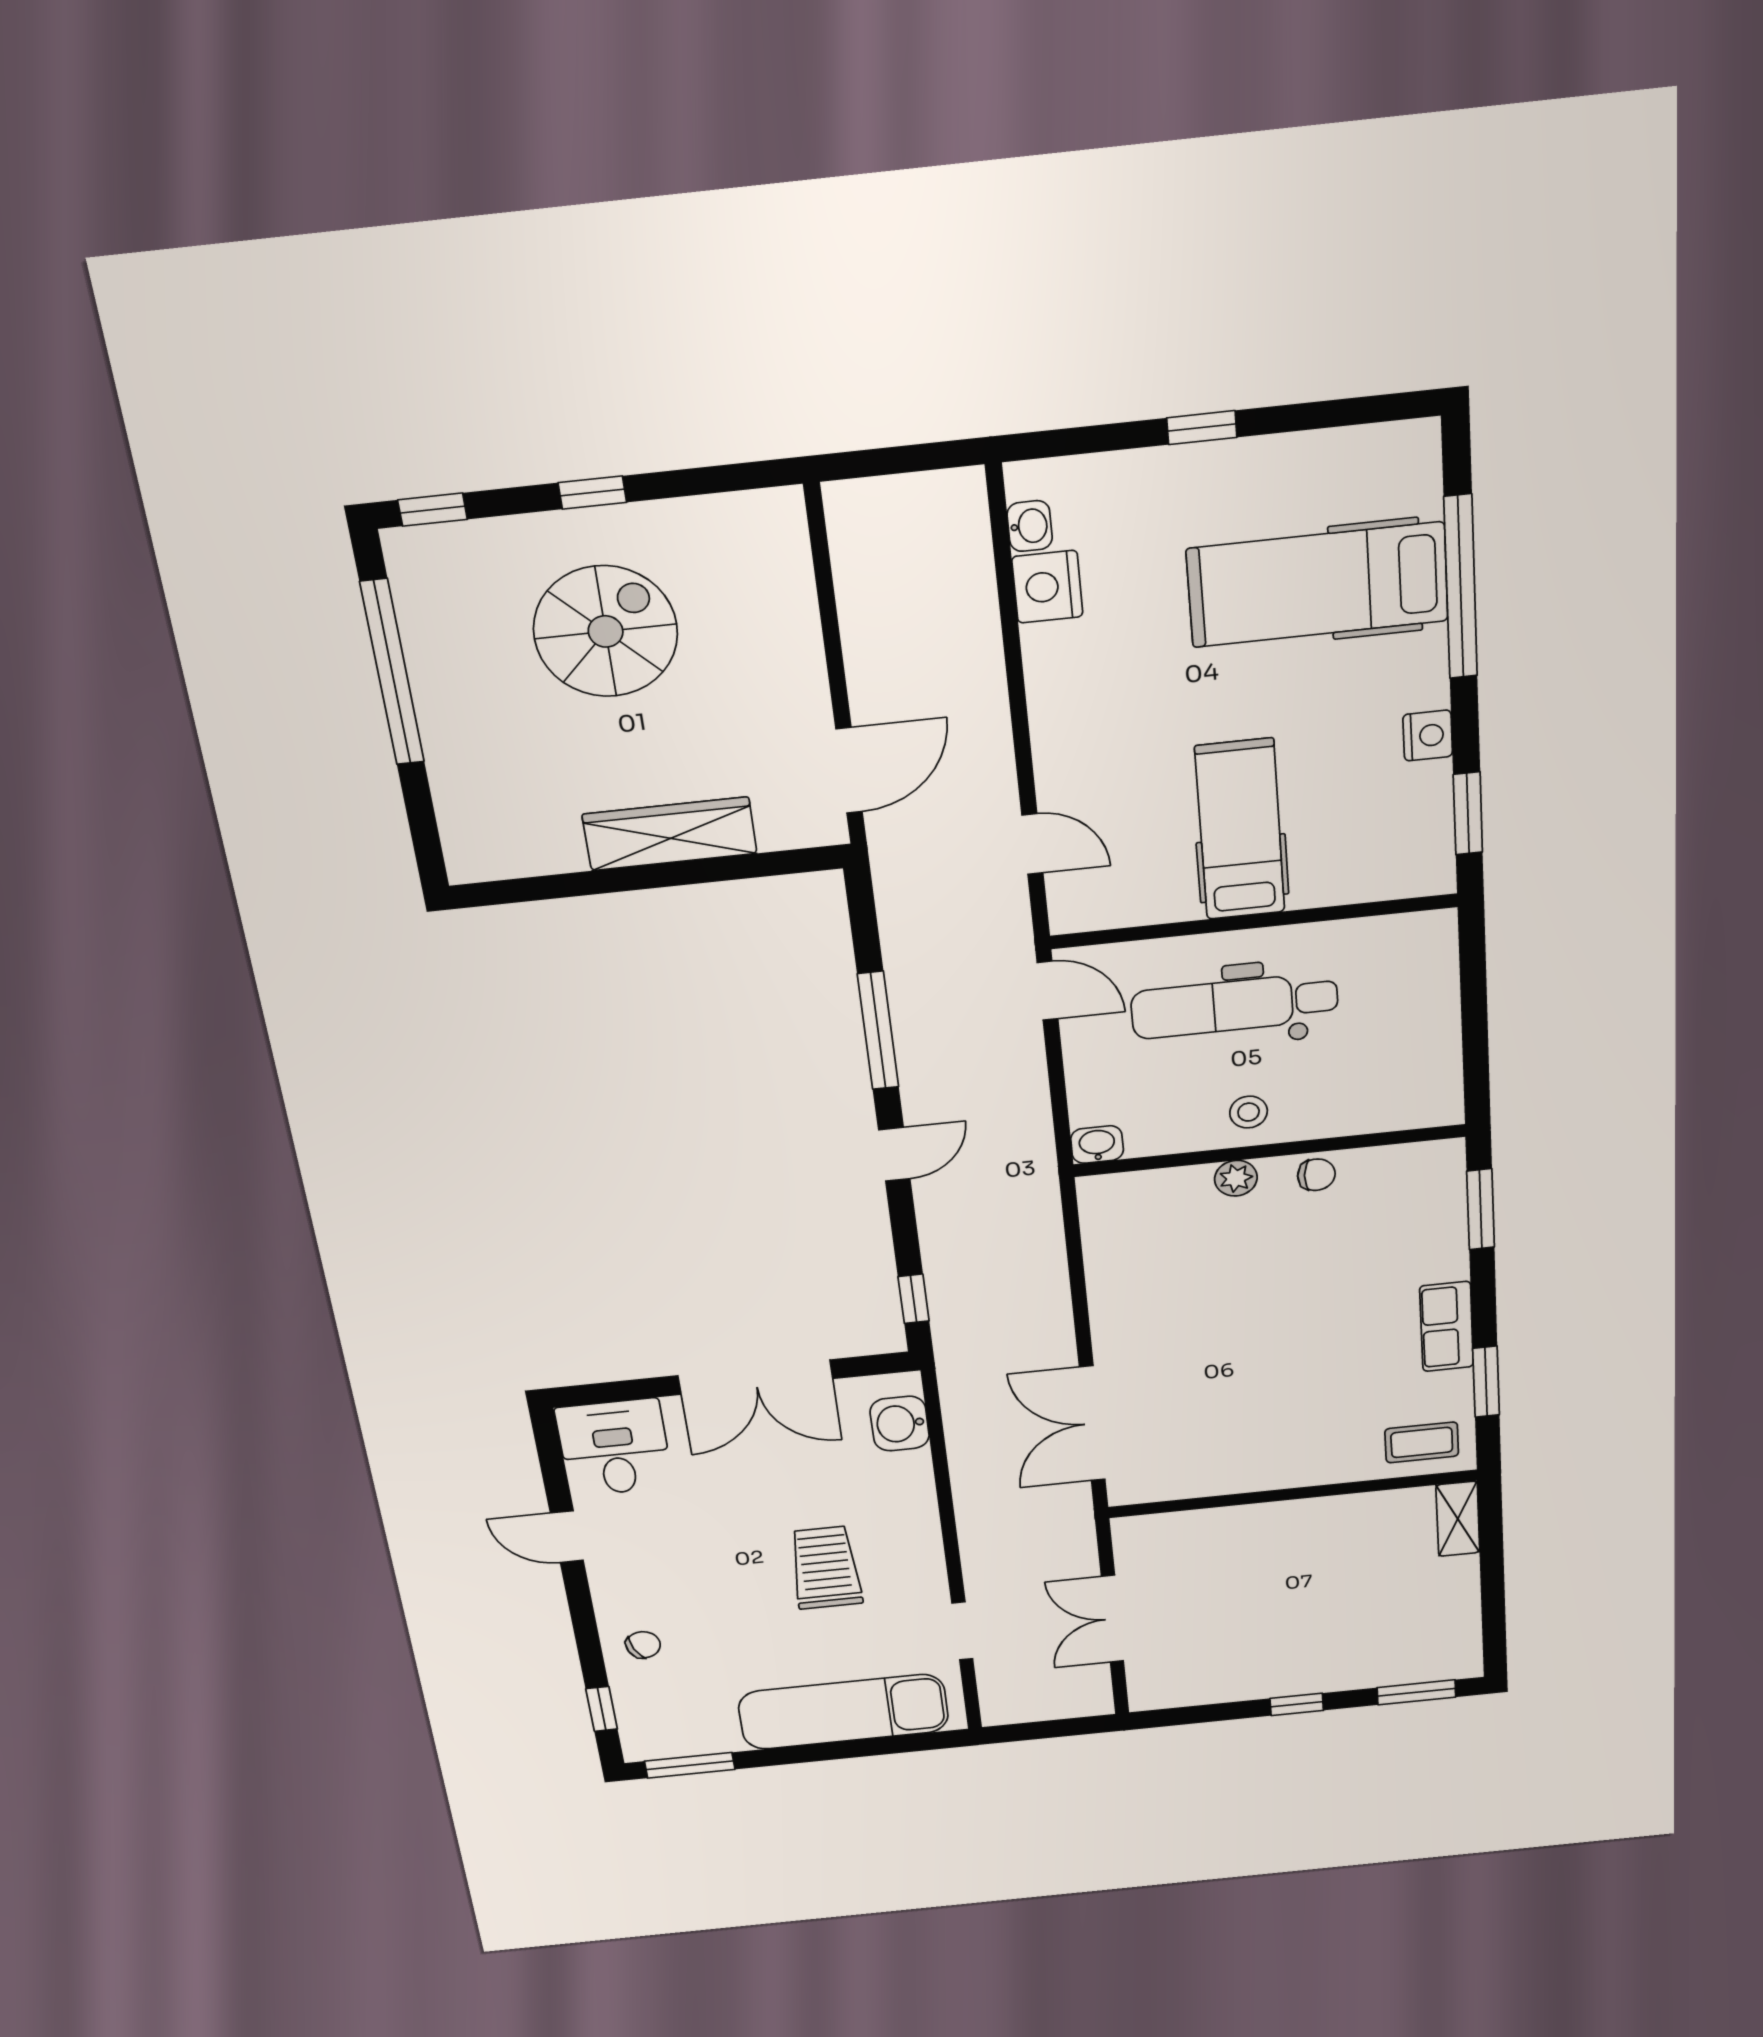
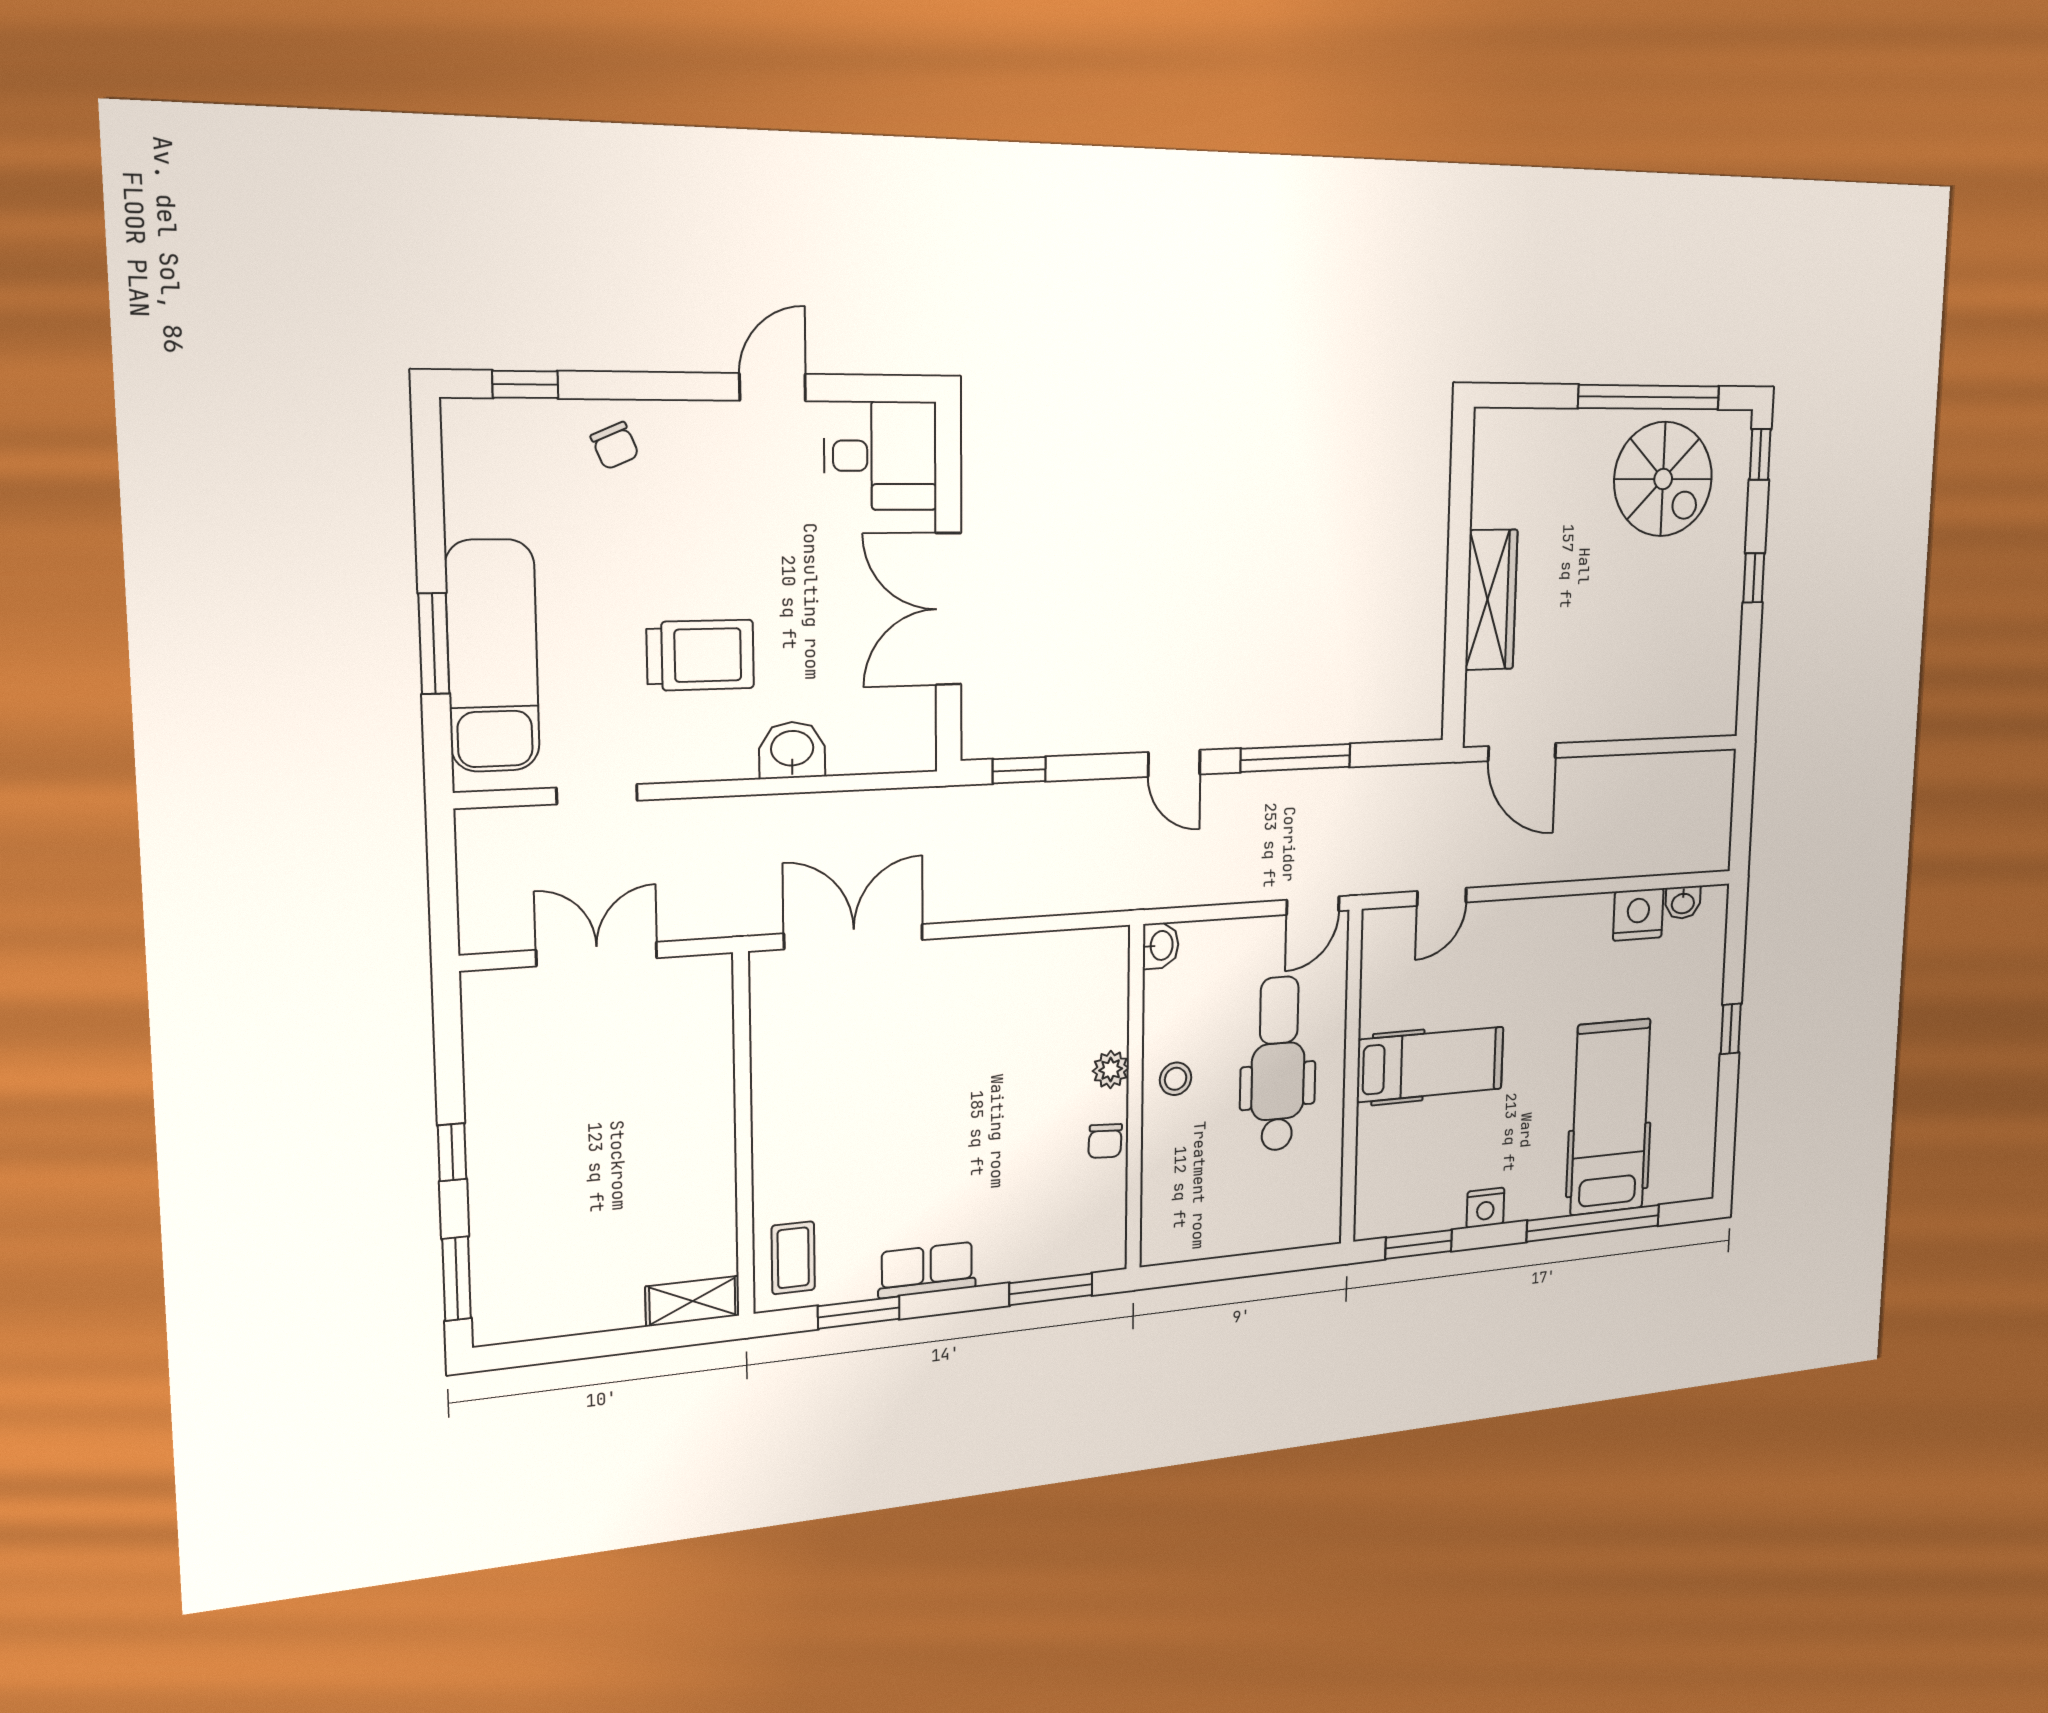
spiral stairs: (606, 631) -> (1663, 479), moved
washbasin: (900, 1424) -> (792, 750), moved
window: (690, 1765) -> (434, 644), moved

